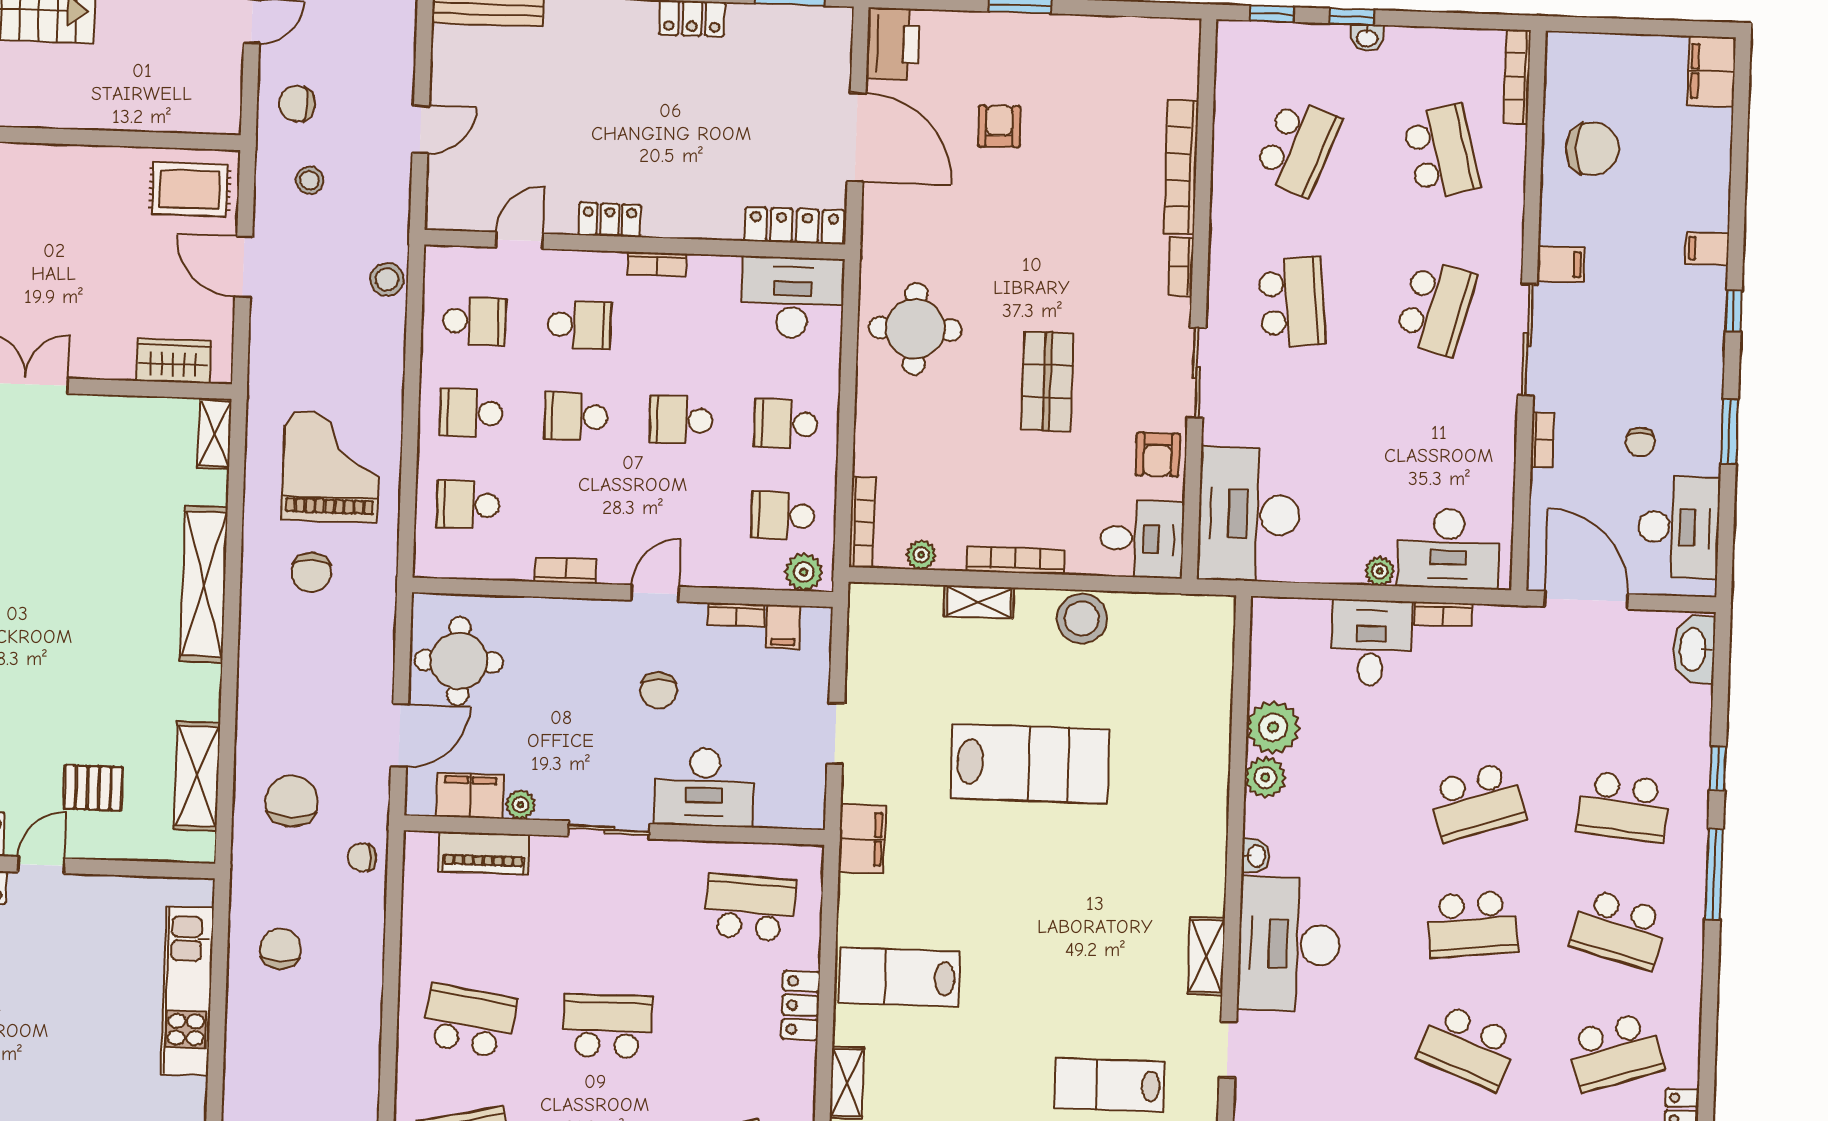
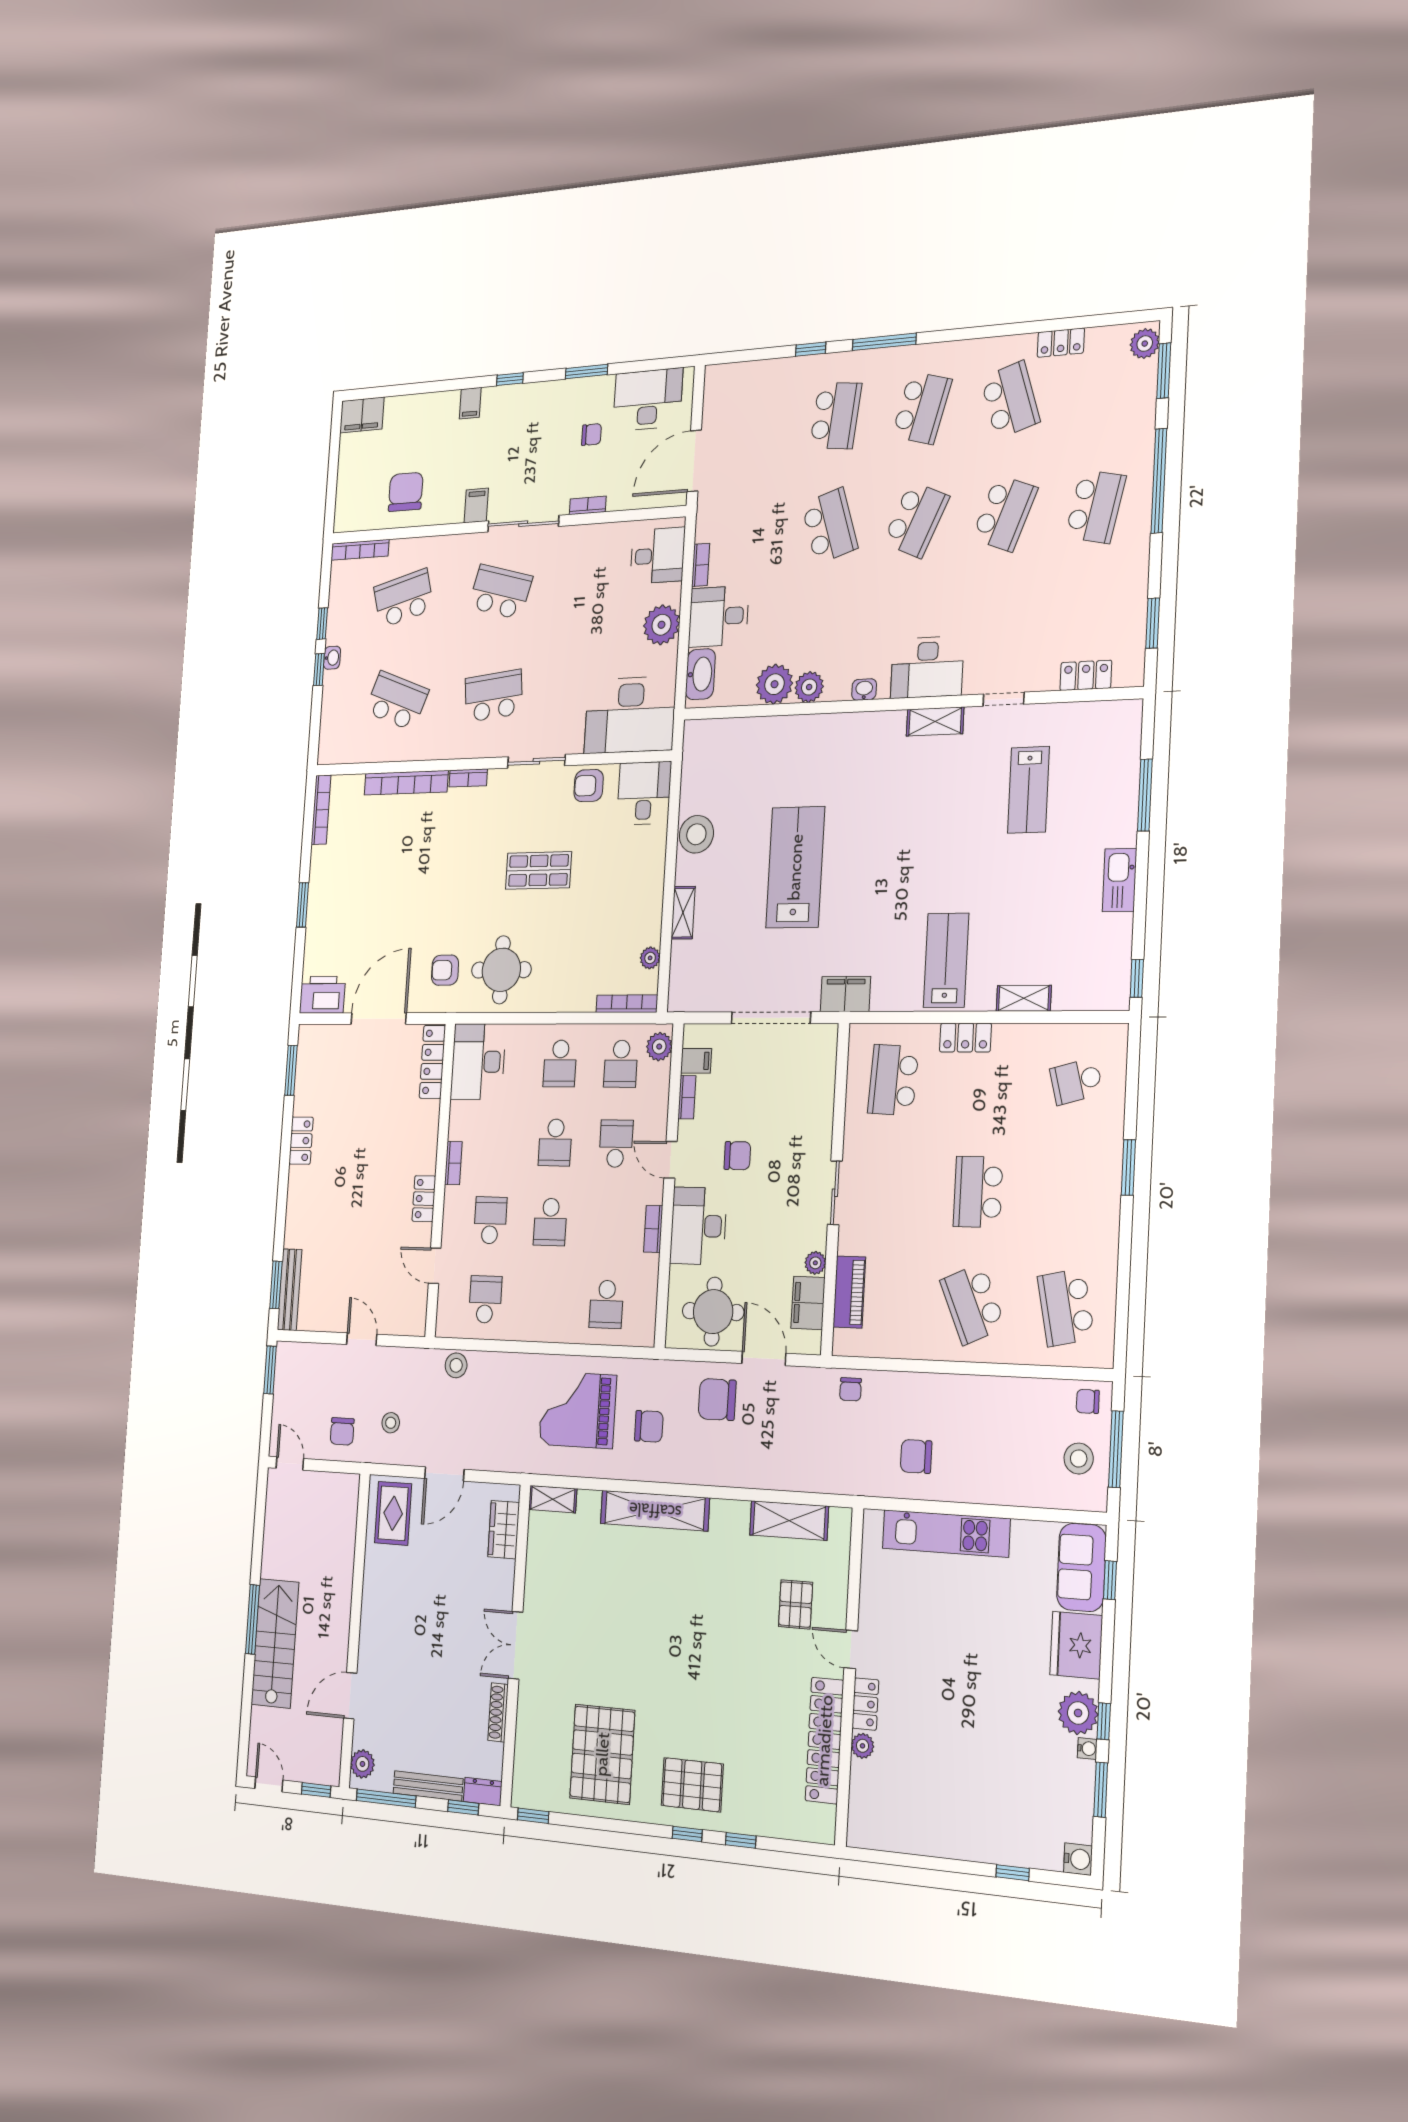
window: (1272, 14) -> (322, 624), moved
armchair: (999, 126) -> (445, 970), moved
school desk: (471, 413) -> (616, 1144), moved, turned 180
armchair: (1158, 454) -> (589, 786), turned 180
desk: (1448, 548) -> (658, 556), width x0.73
bookcase: (1015, 560) -> (321, 810), moved, turned 180
plant: (1380, 571) -> (661, 625), width x1.87, depth x1.87
washbasin: (1694, 649) -> (700, 674), moved, turned -90
doorway: (836, 734) -> (771, 1018), width x1.88
desk: (704, 787) -> (698, 1226), moved, turned 180
chair: (291, 801) -> (717, 1399), moved
school desk: (1472, 924) -> (916, 520), turned 30
desk: (1289, 944) -> (927, 667), width x0.73, depth x0.77
lab bench: (899, 977) -> (946, 960), turned 180
school desk: (469, 1021) -> (973, 1304), turned -33

